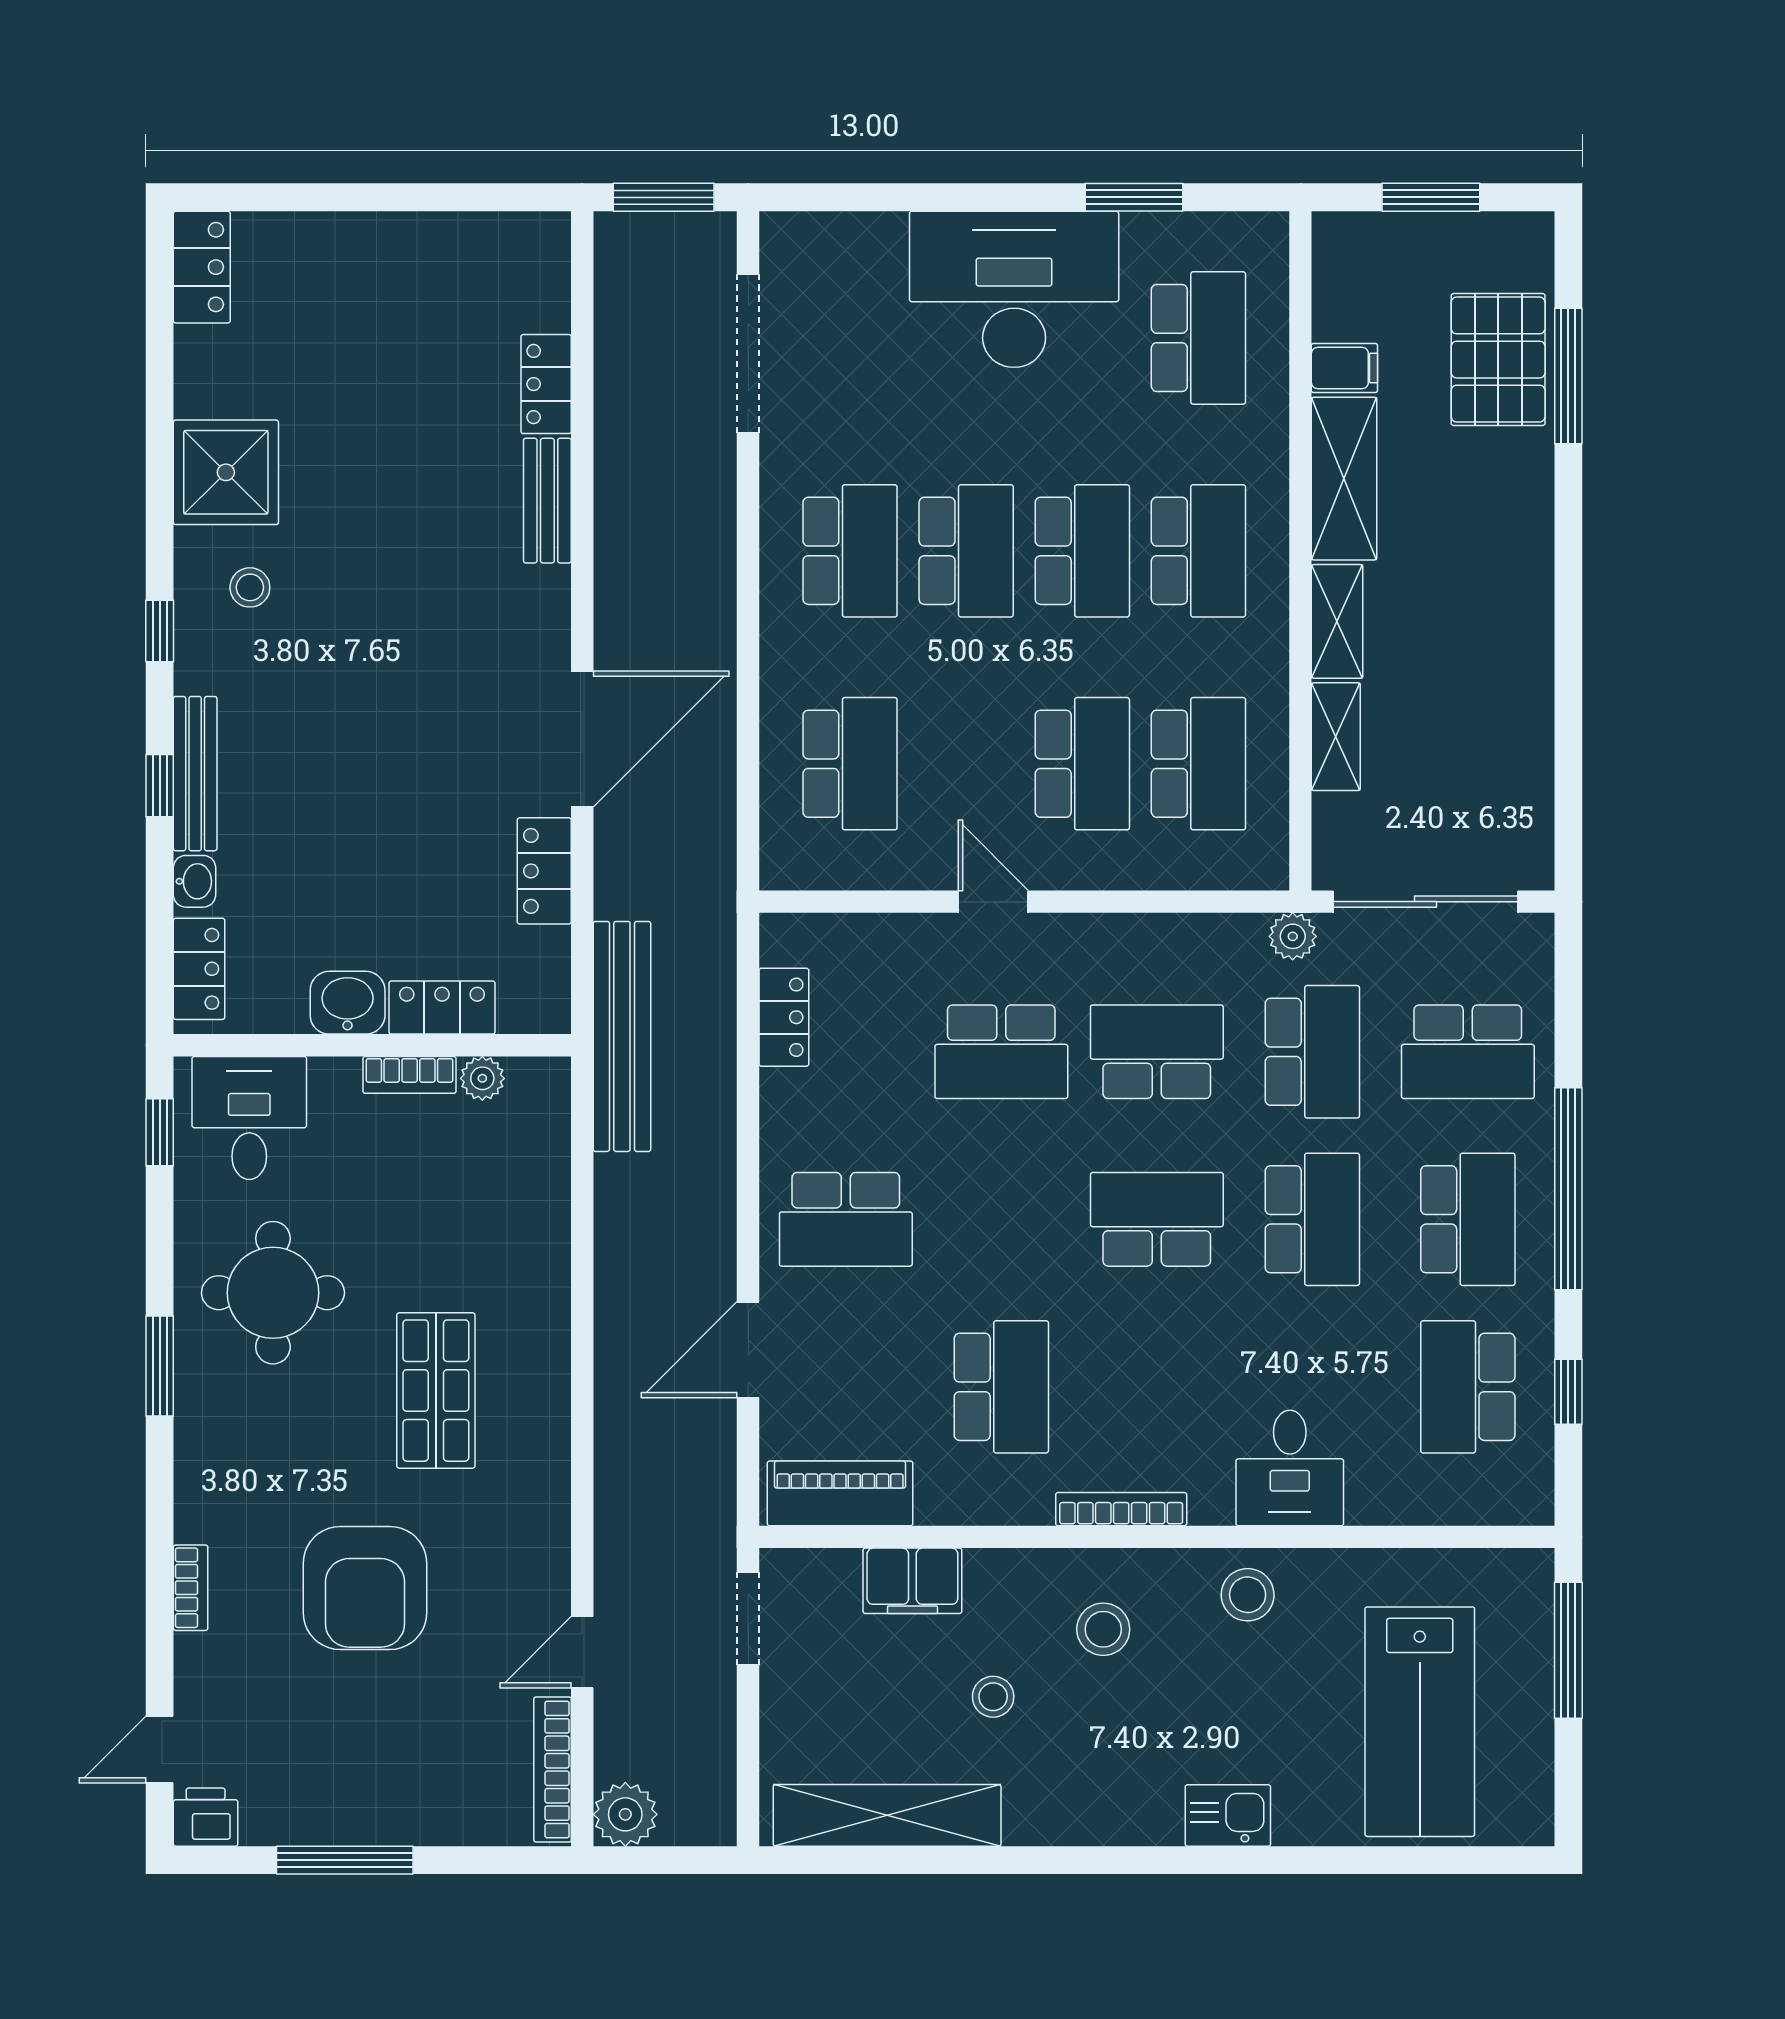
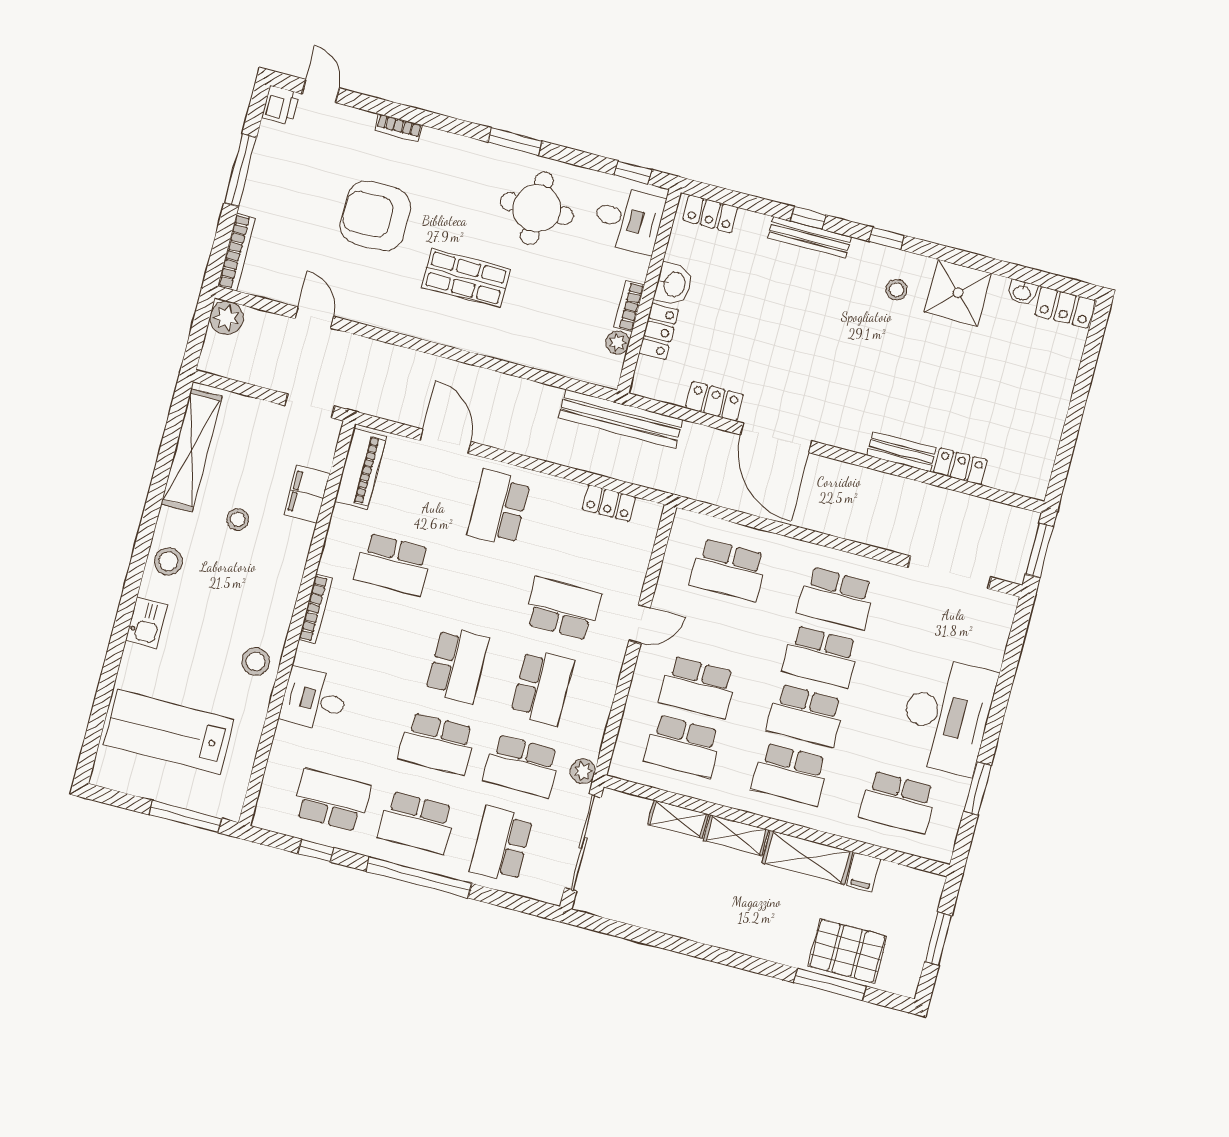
washbasin: (194, 881) -> (1022, 292), moved
school desk: (1001, 1052) -> (563, 609), turned 90
stool: (1103, 1629) -> (168, 561), moved
bookcase: (553, 1770) -> (237, 252), moved, turned 90

